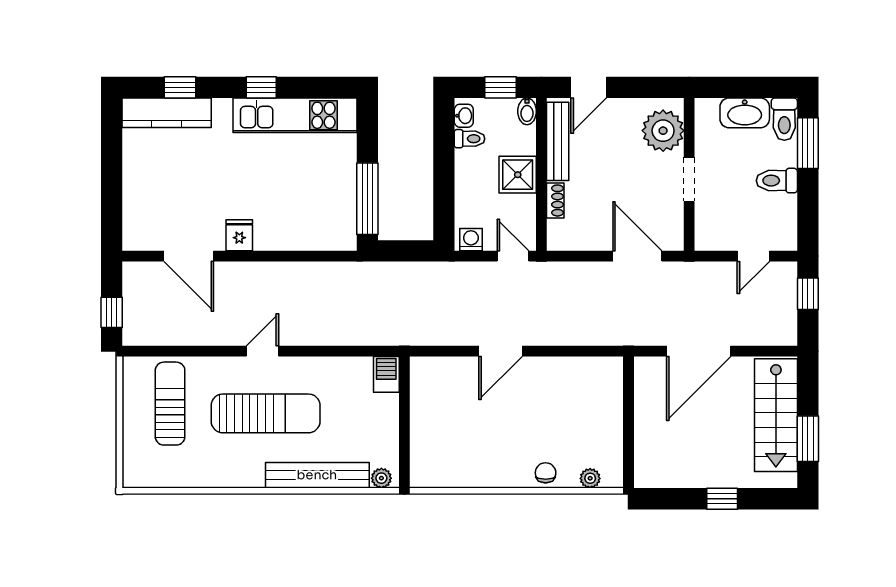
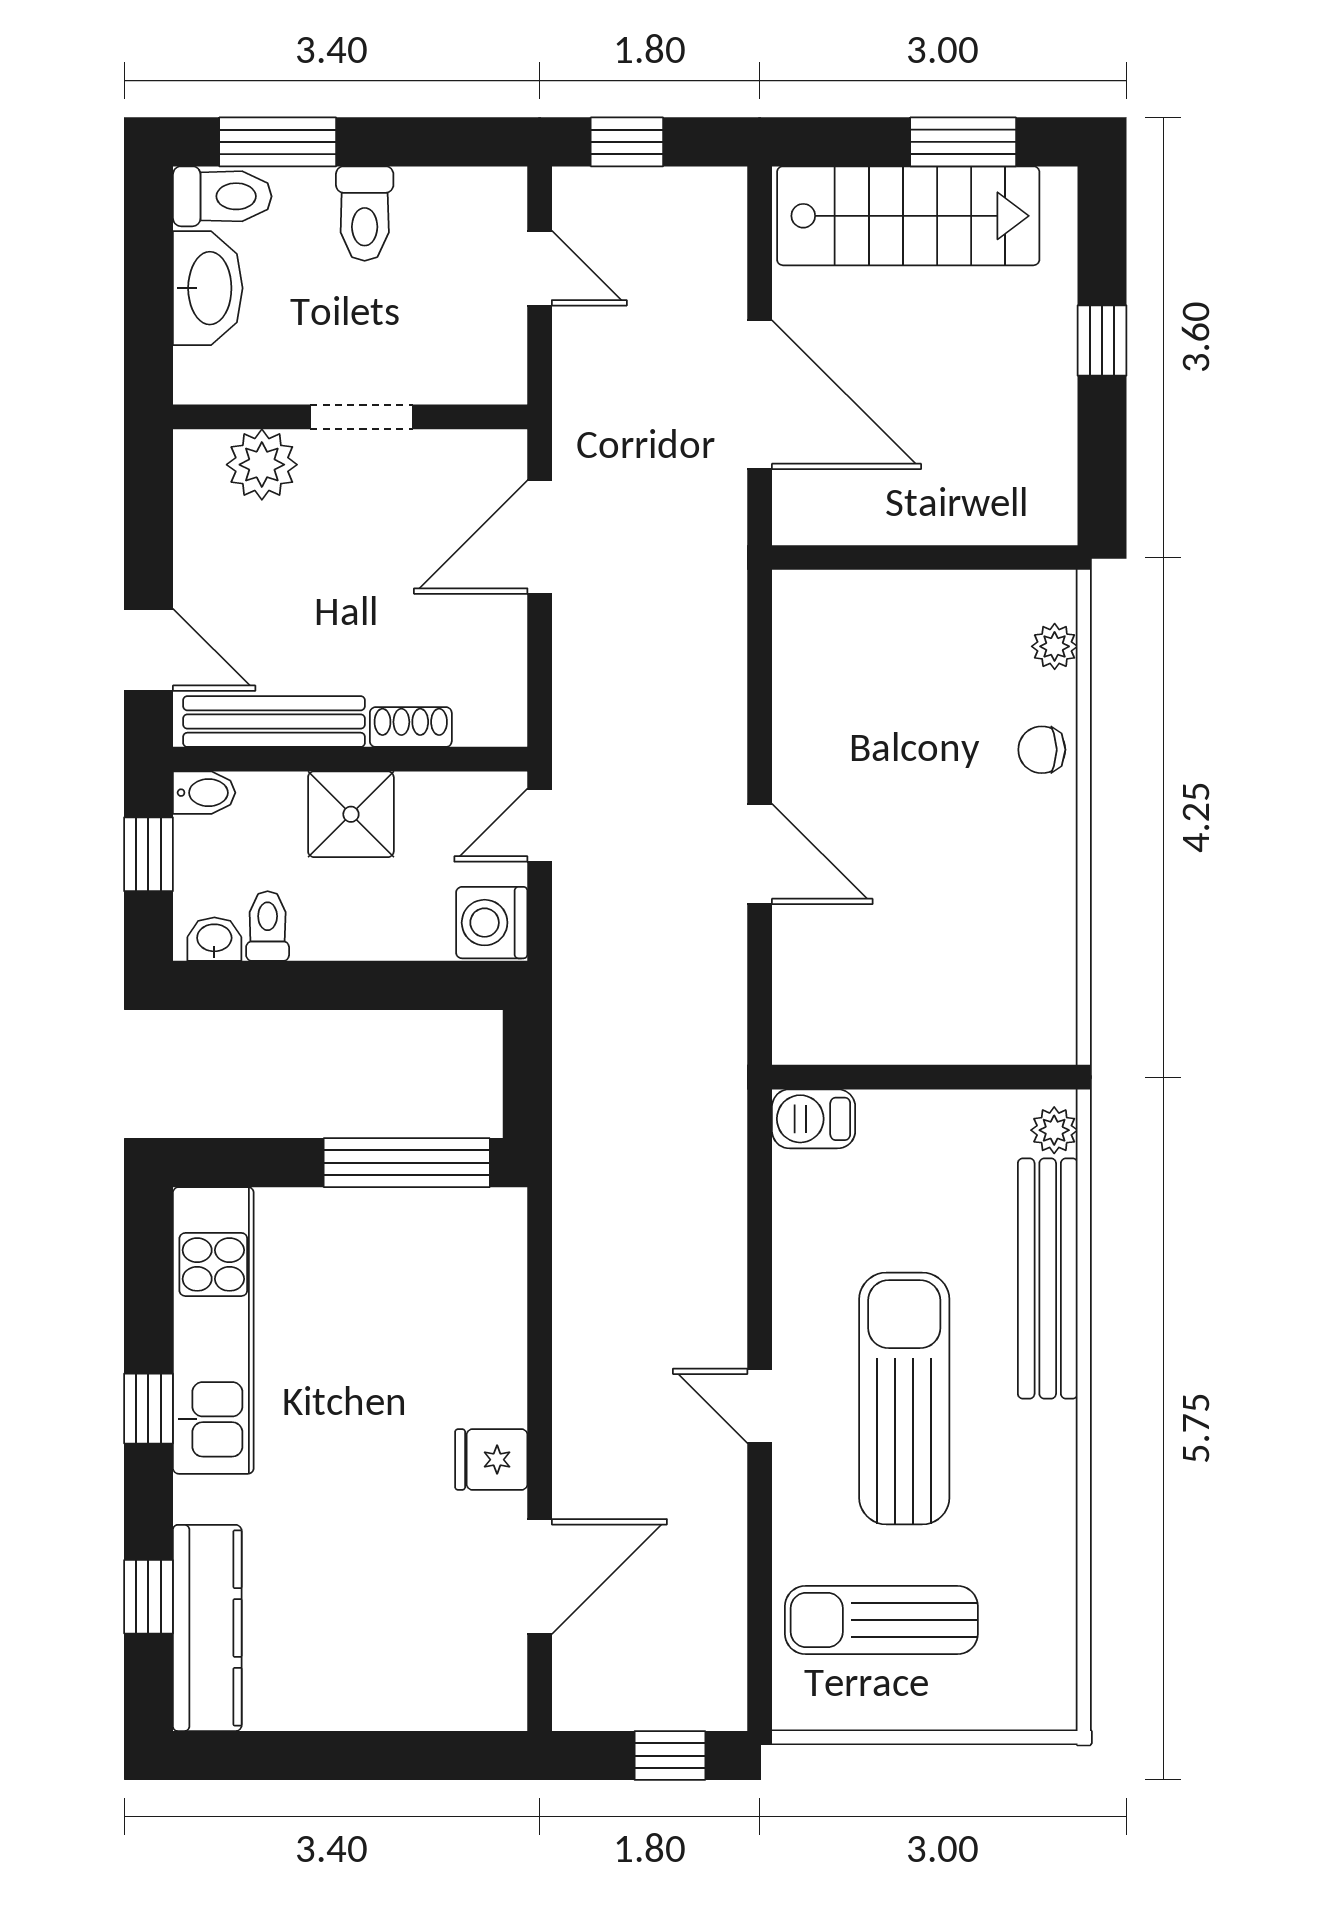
plant: (663, 131) -> (262, 465), width x0.73, depth x0.73
washing machine: (471, 240) -> (492, 923), width x1.38, depth x1.38

